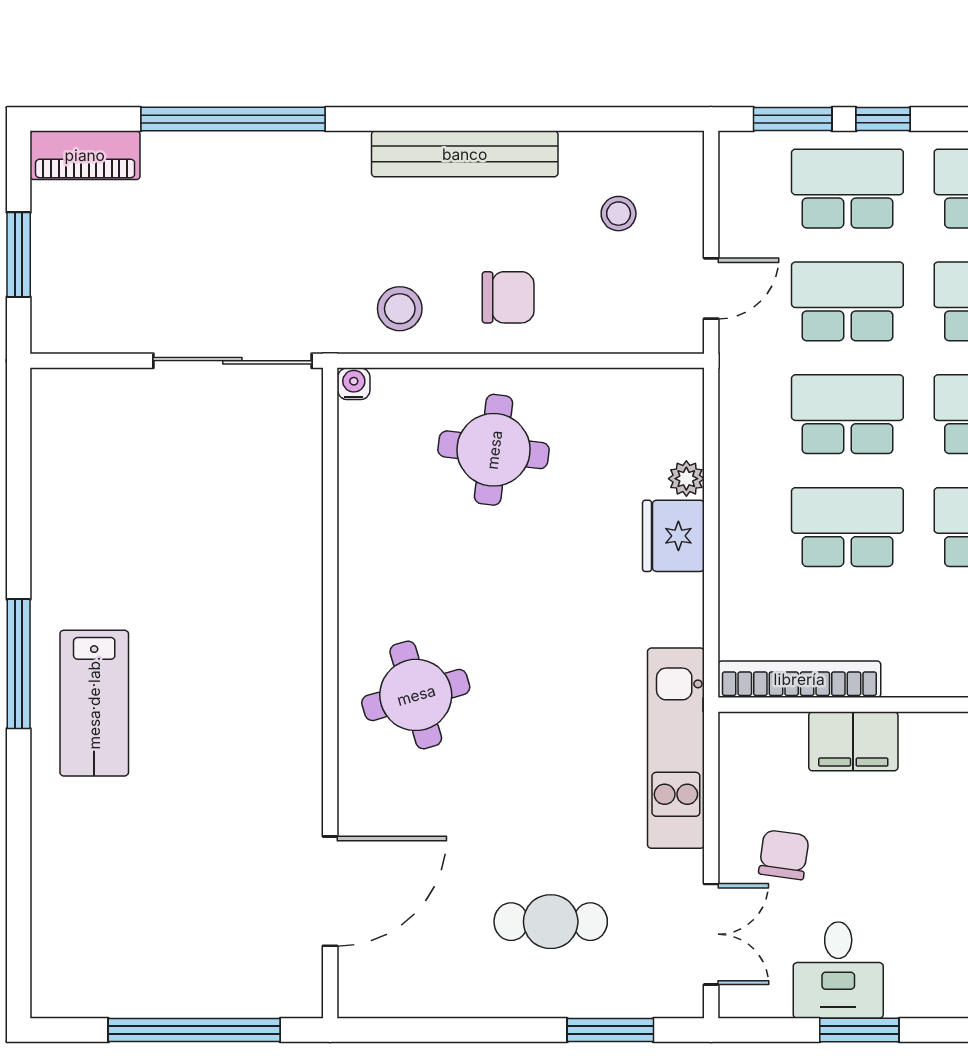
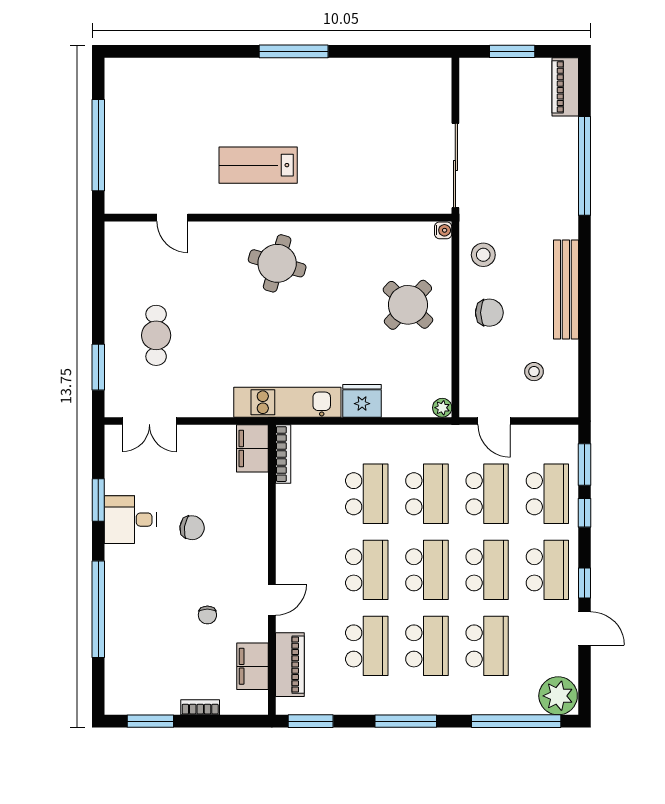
chair: (508, 297) -> (489, 313), turned -90
round table: (494, 450) -> (408, 305), turned 36
plant: (686, 479) -> (442, 408), moved
bookcase: (799, 679) -> (283, 454), width x0.68, depth x0.76
round table: (416, 695) -> (277, 263), turned 32
lab bench: (94, 703) -> (258, 165), moved
filing cabinet: (853, 741) -> (252, 448), moved
kitchen unit: (676, 748) -> (287, 402), moved
chair: (784, 855) -> (192, 528), moved
door: (330, 891) -> (172, 218), width x0.53
desk: (838, 970) -> (130, 520), moved

